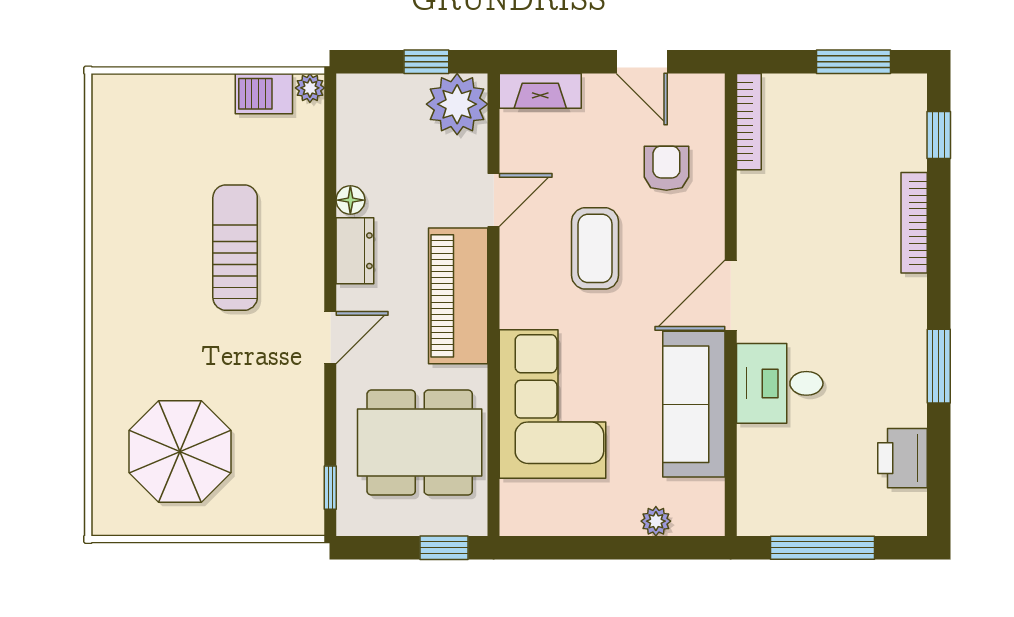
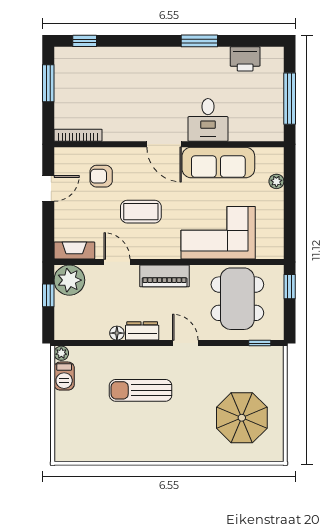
fireplace: (540, 91) -> (74, 250), moved, turned -90
bookcase: (914, 223) -> (128, 53), removed
piano: (458, 296) -> (165, 276), width x0.73, depth x0.75

